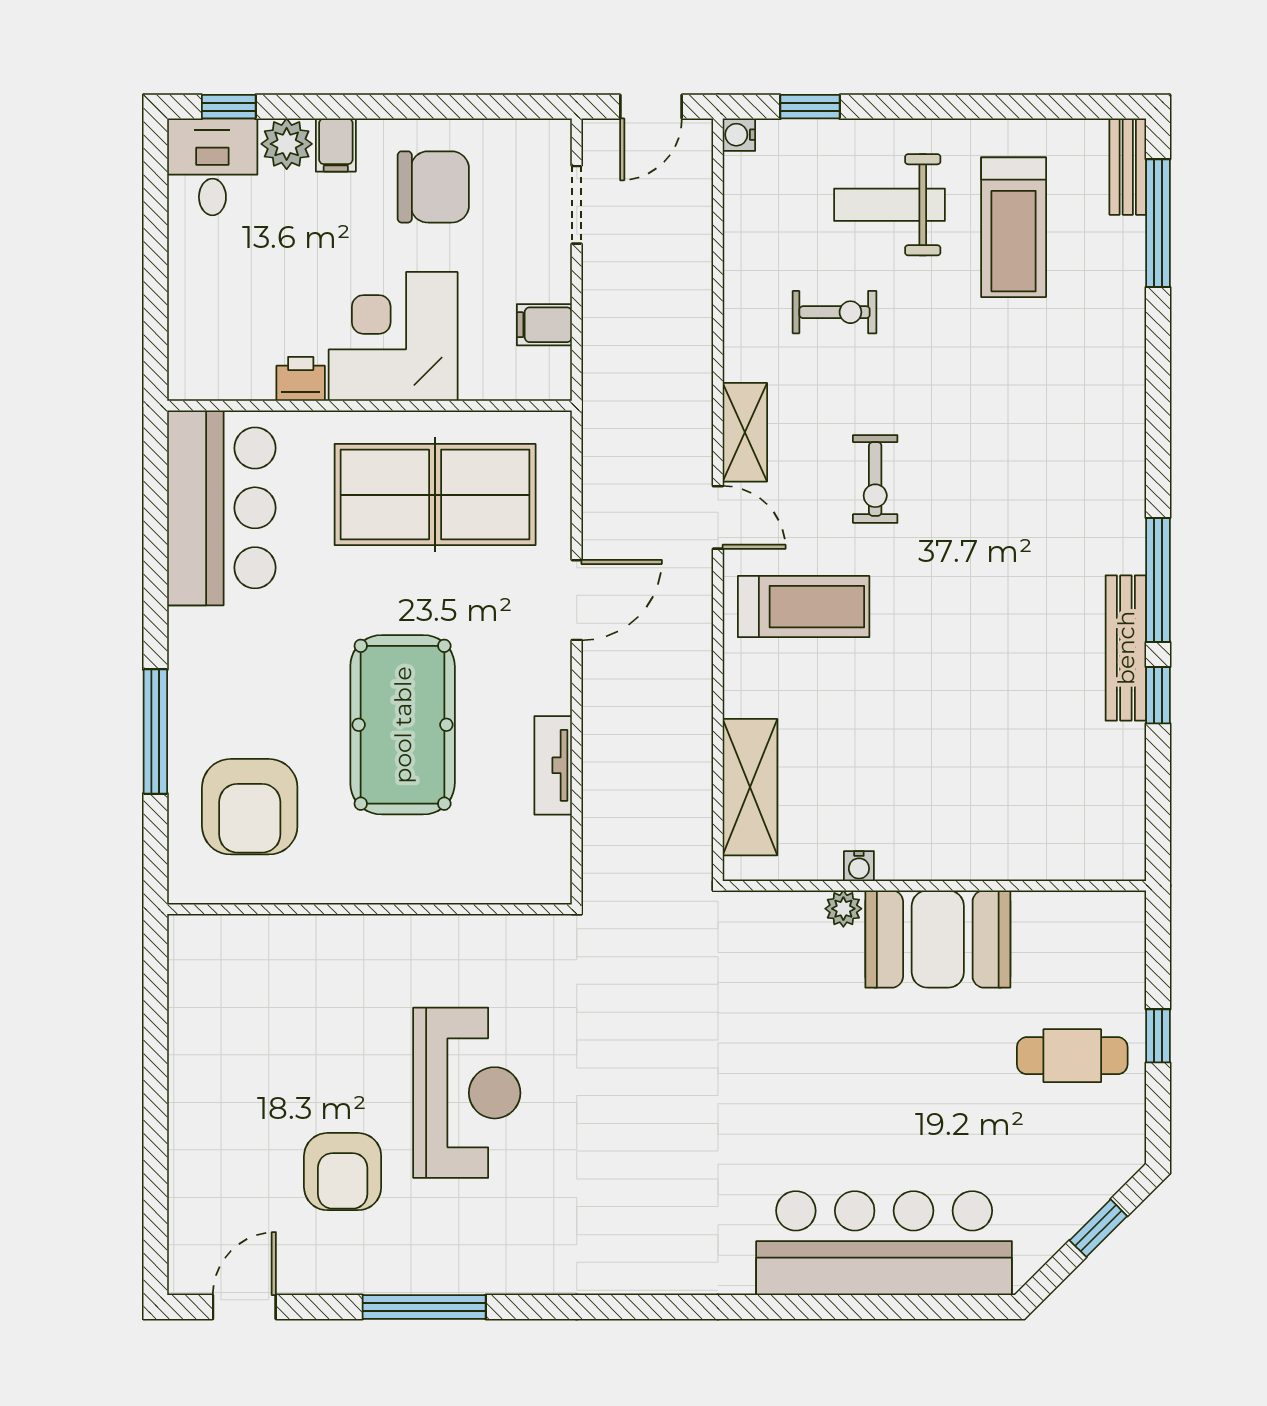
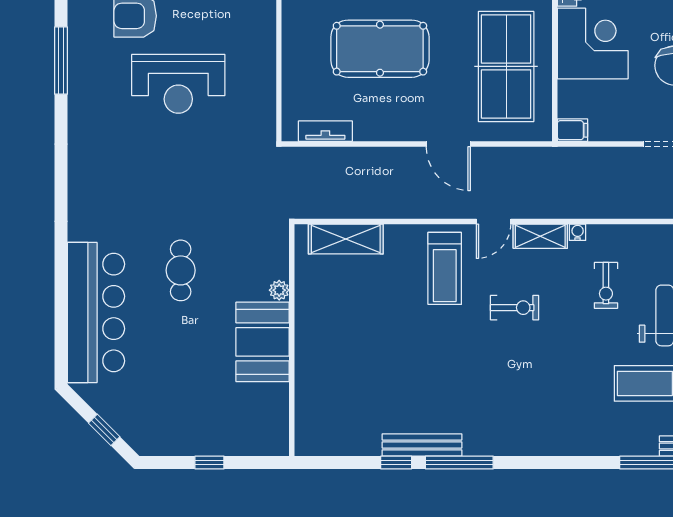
filing cabinet: (544, 325) -> (572, 130), moved, turned 90
exercise bike: (875, 479) -> (515, 308), turned 180
tv unit: (553, 765) -> (325, 131), moved
water cooler: (859, 866) -> (578, 232), moved, turned 90
cafe table: (1072, 1056) -> (181, 270), moved

